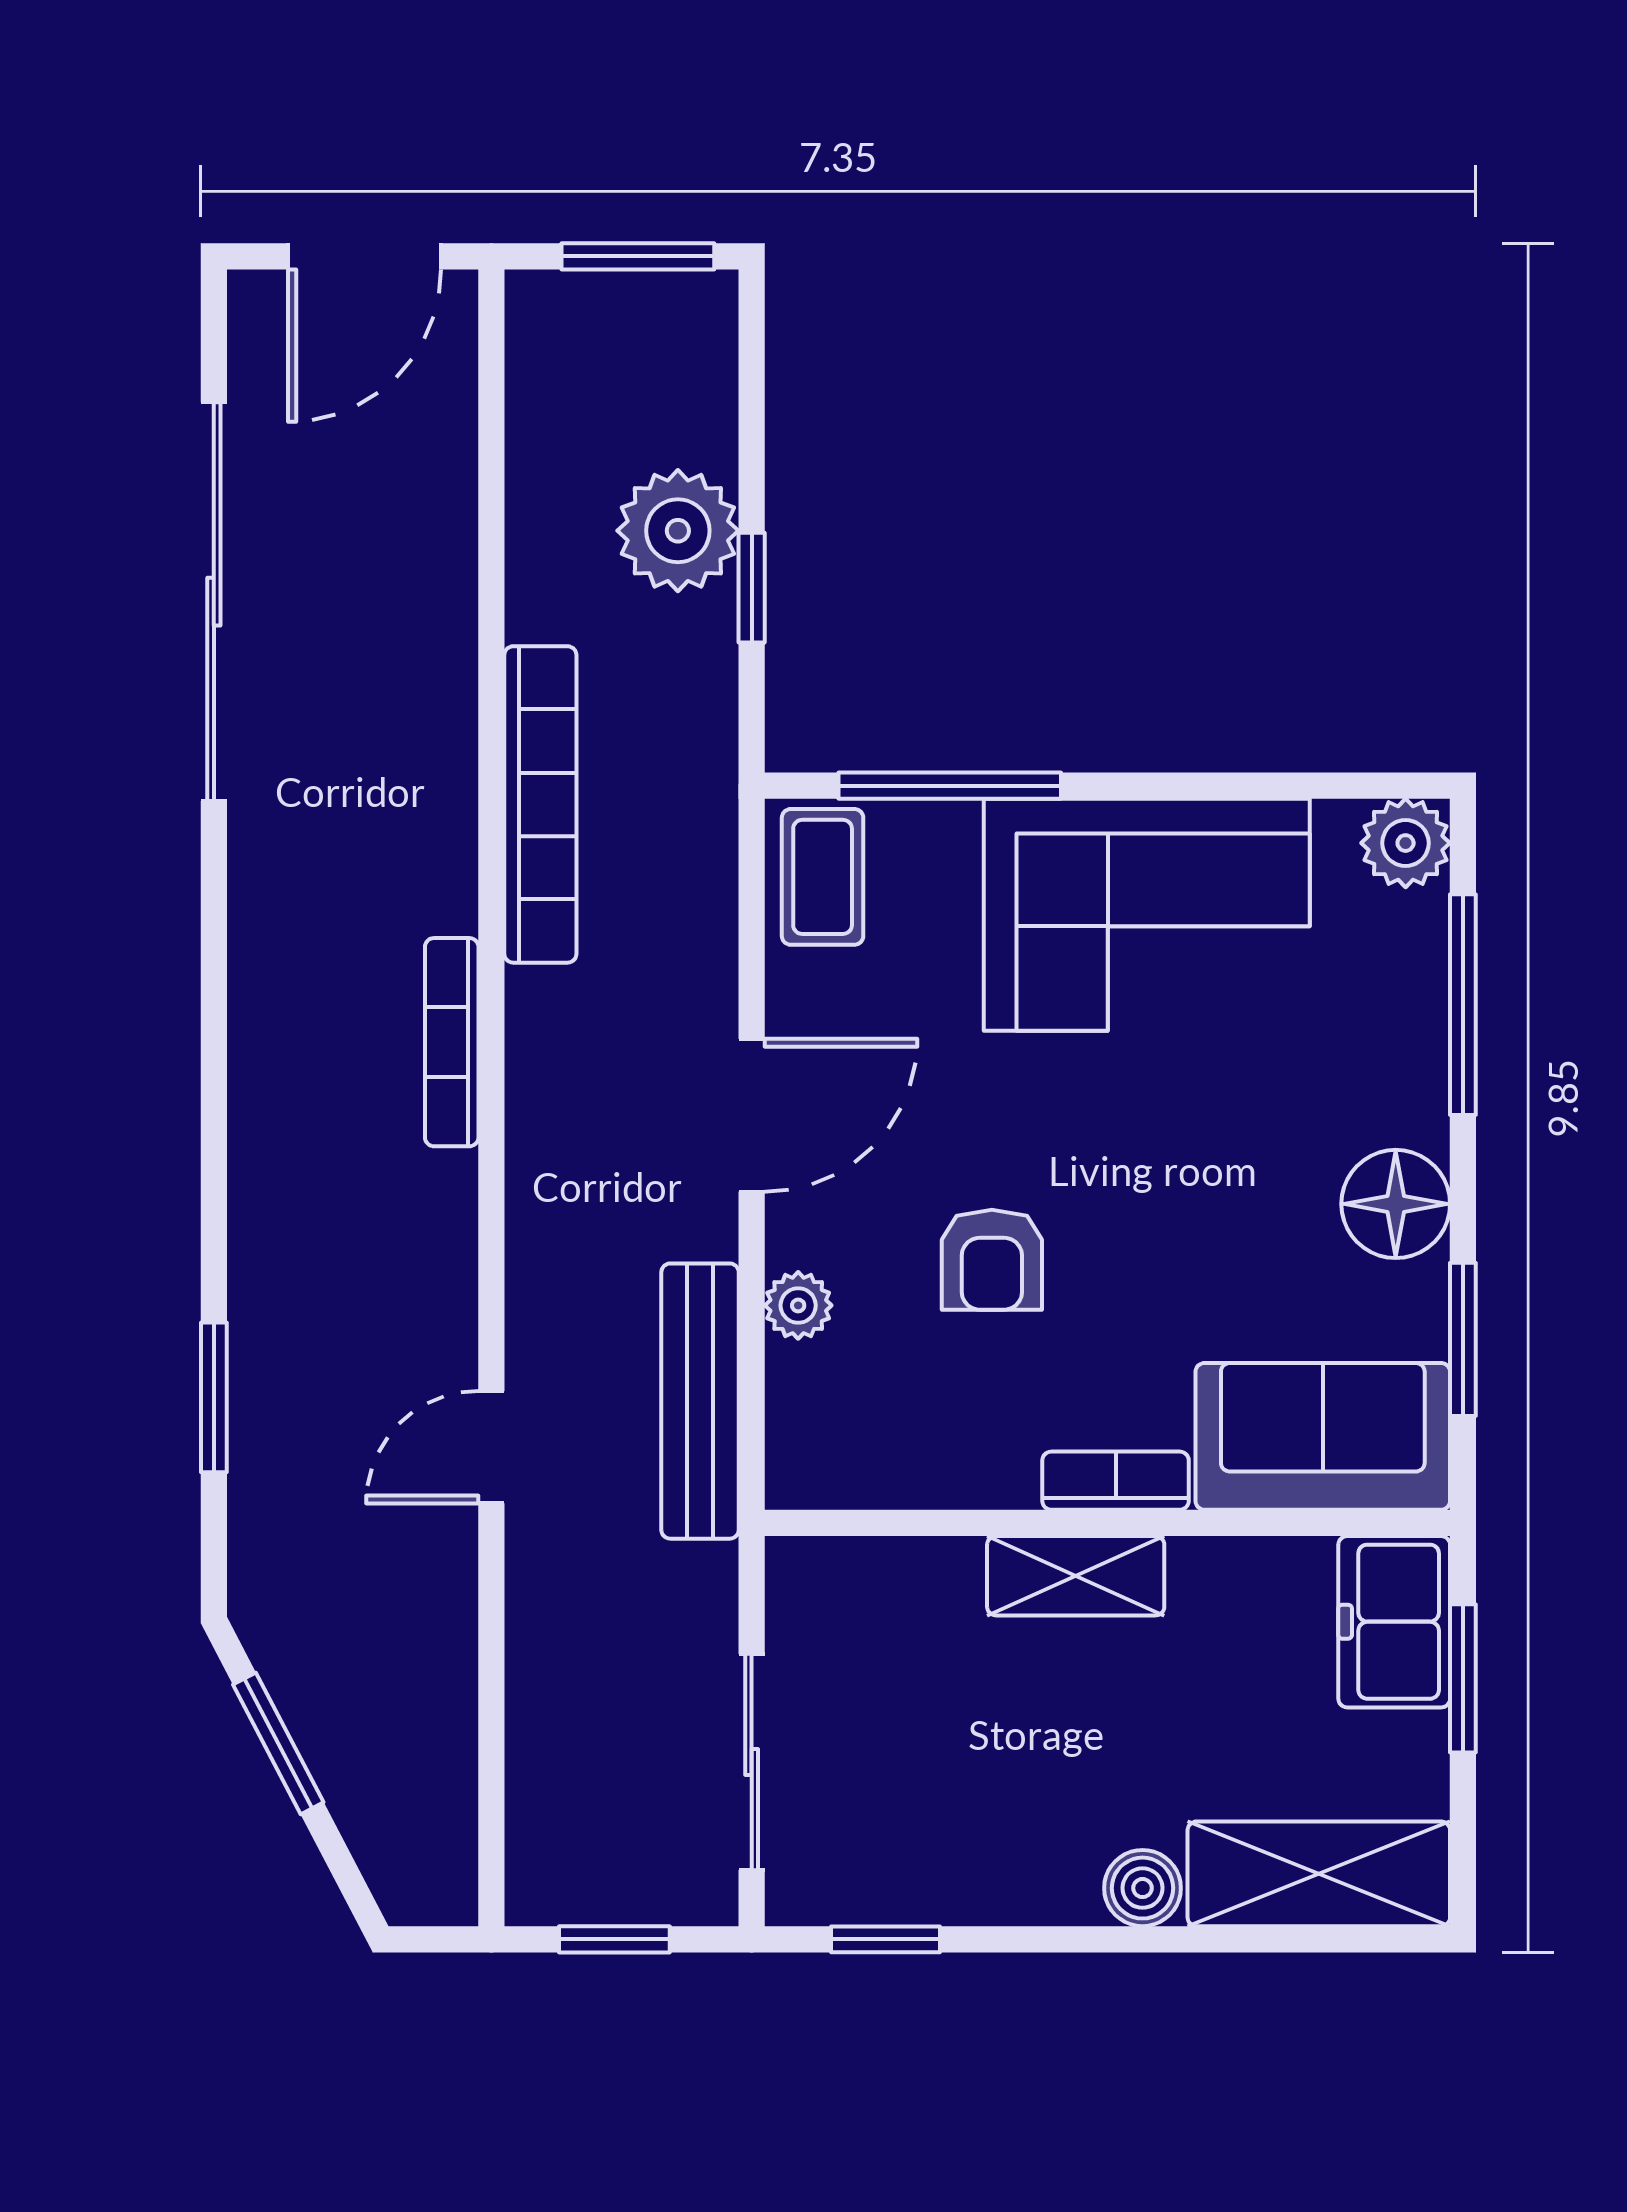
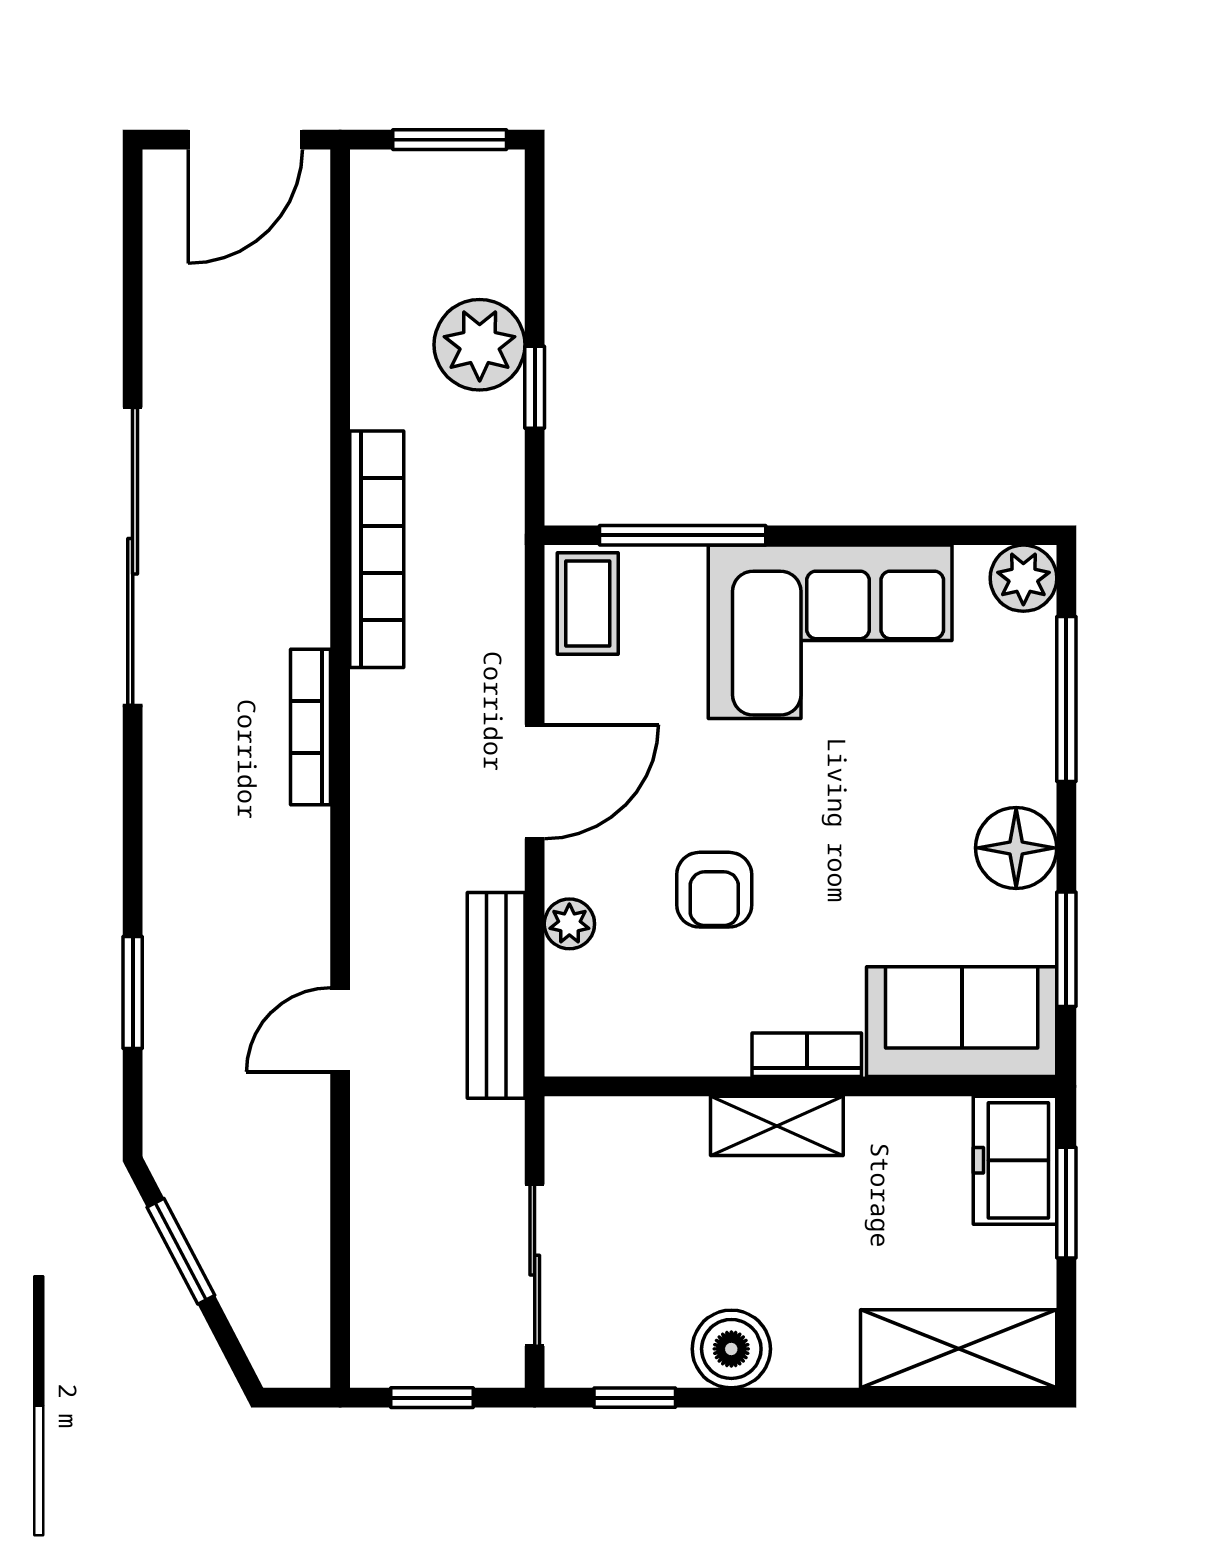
sliding door: (214, 602) -> (133, 556), moved
boiler: (1143, 1888) -> (731, 1349), moved, width x1.36, depth x1.36

